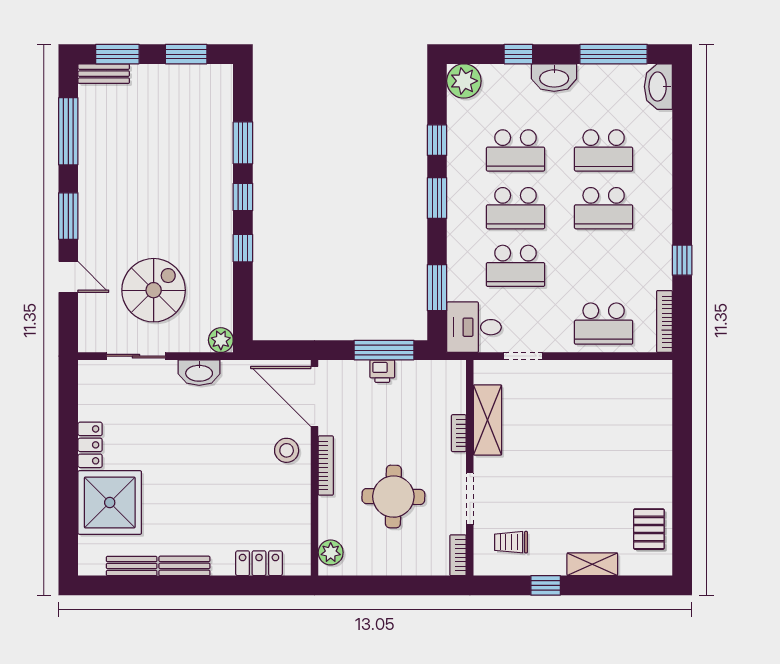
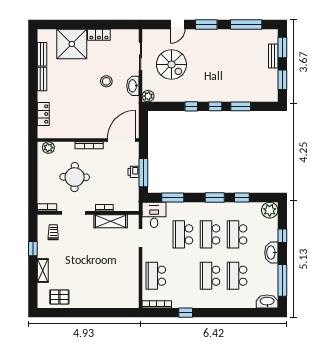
bench: (104, 74) -> (273, 56), moved
stool: (287, 450) -> (106, 81), moved

